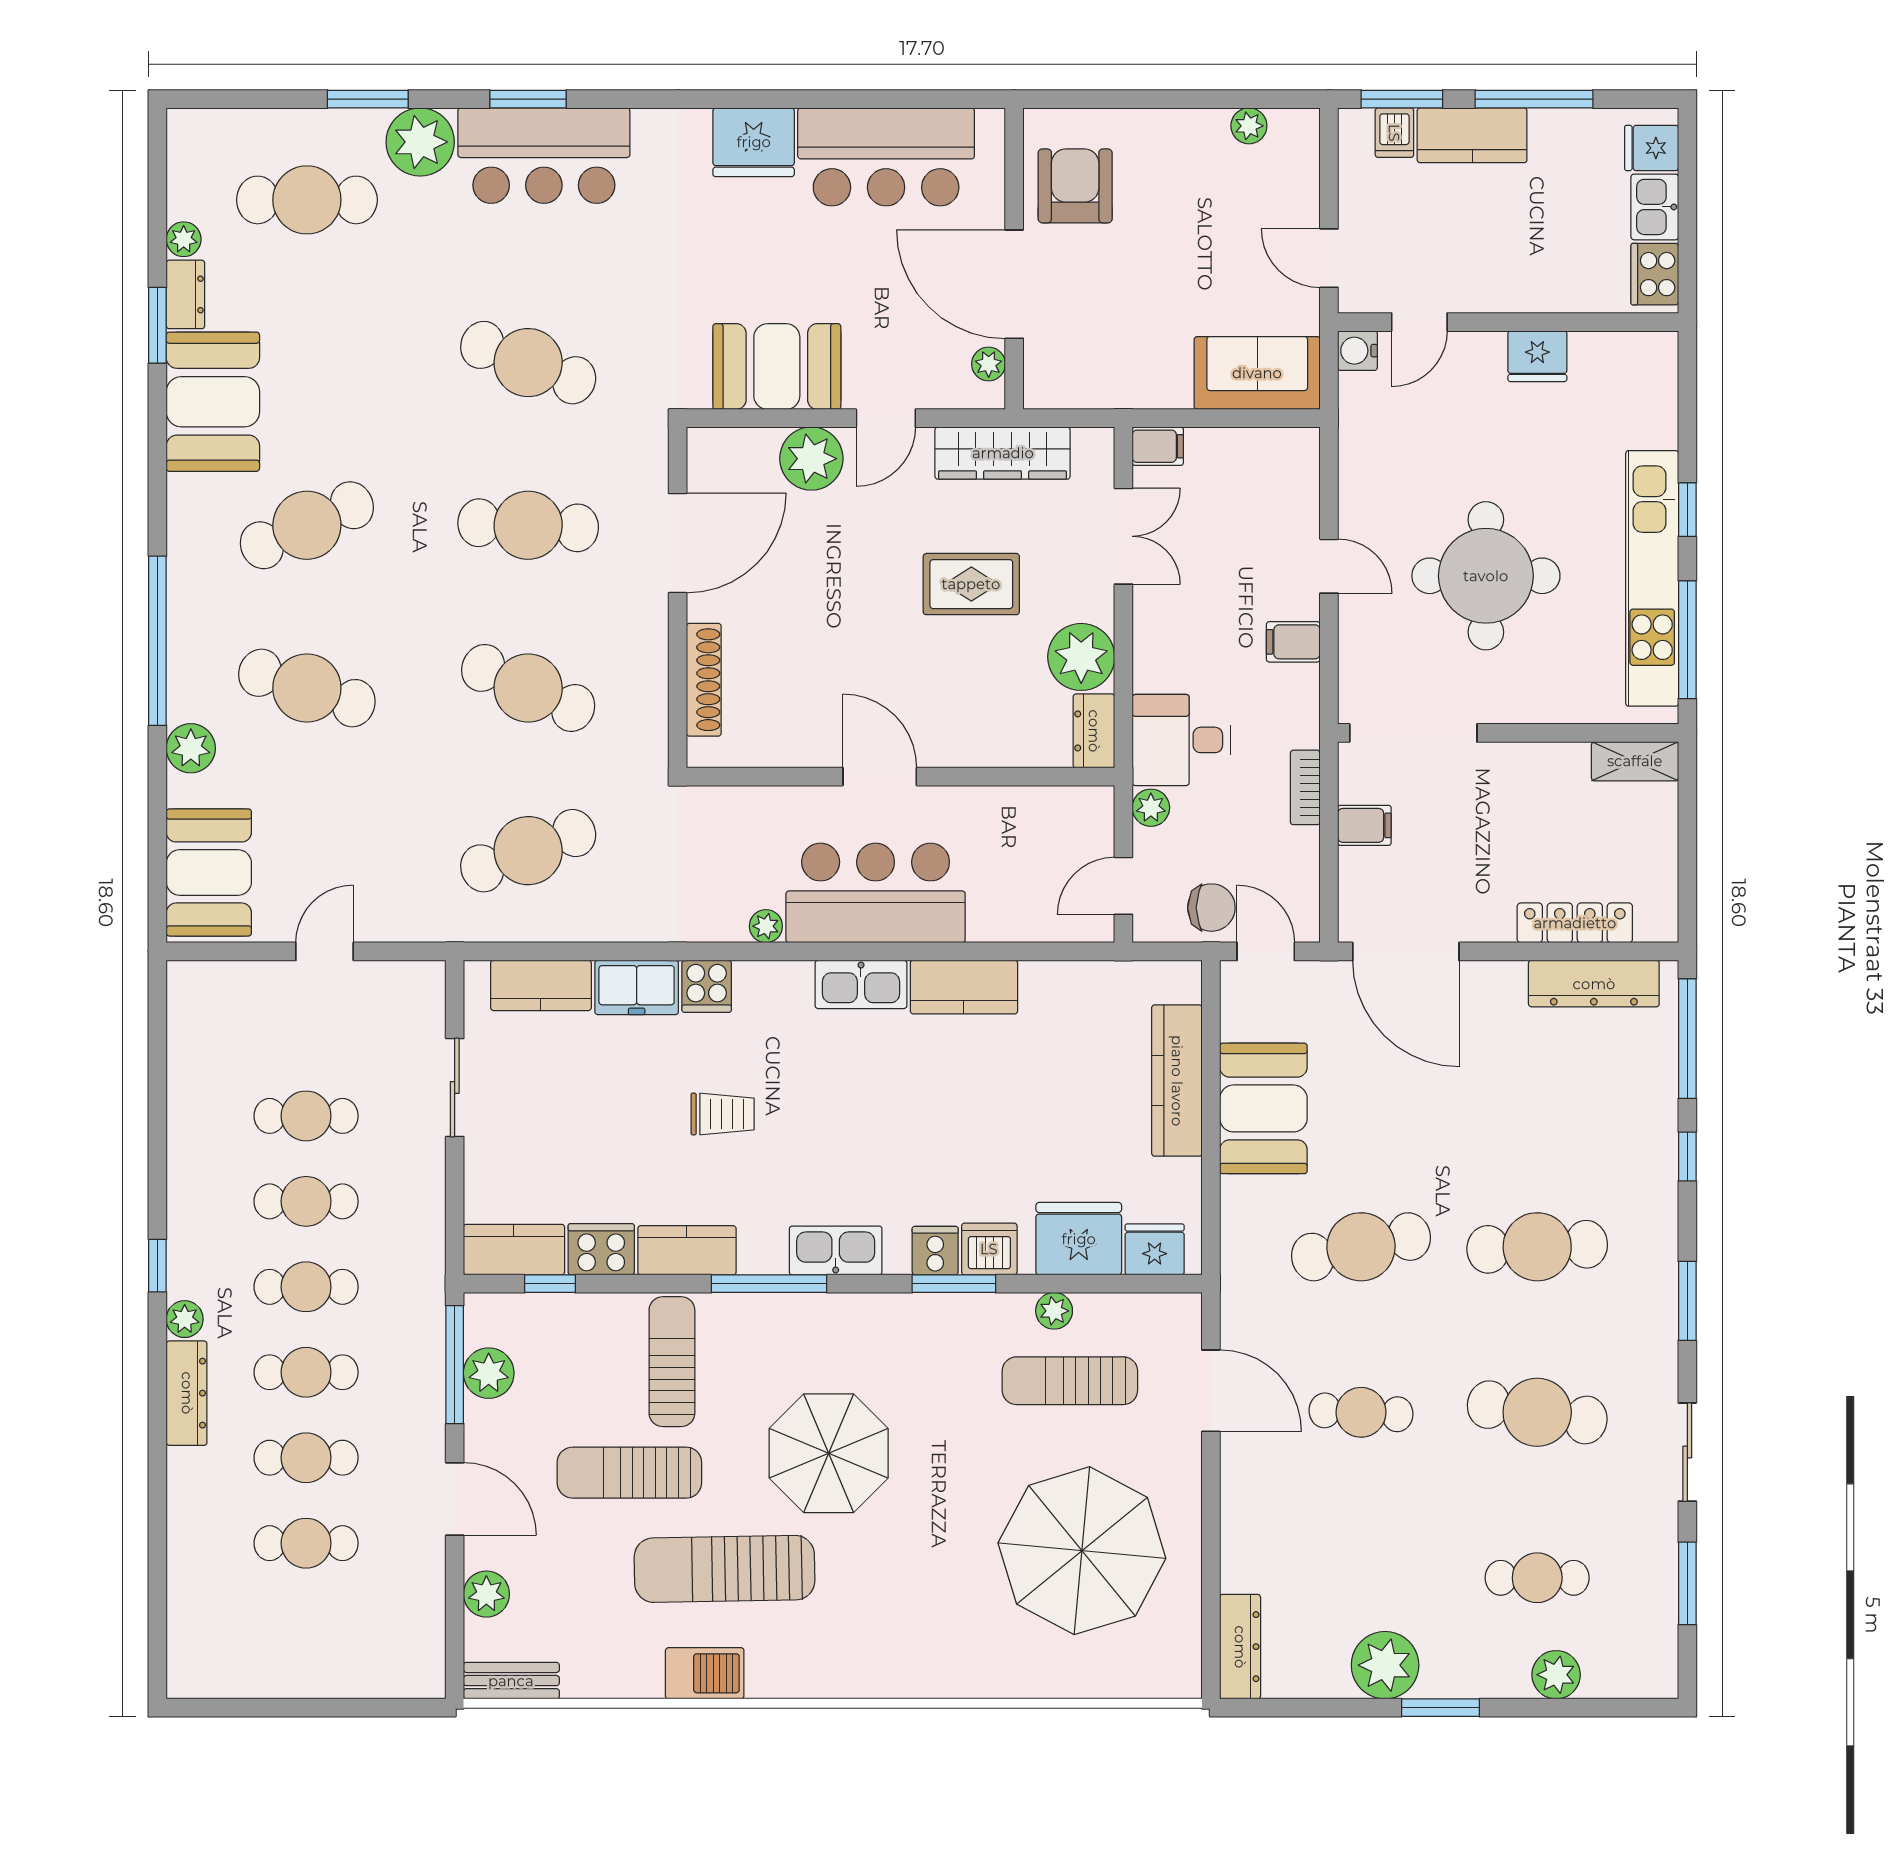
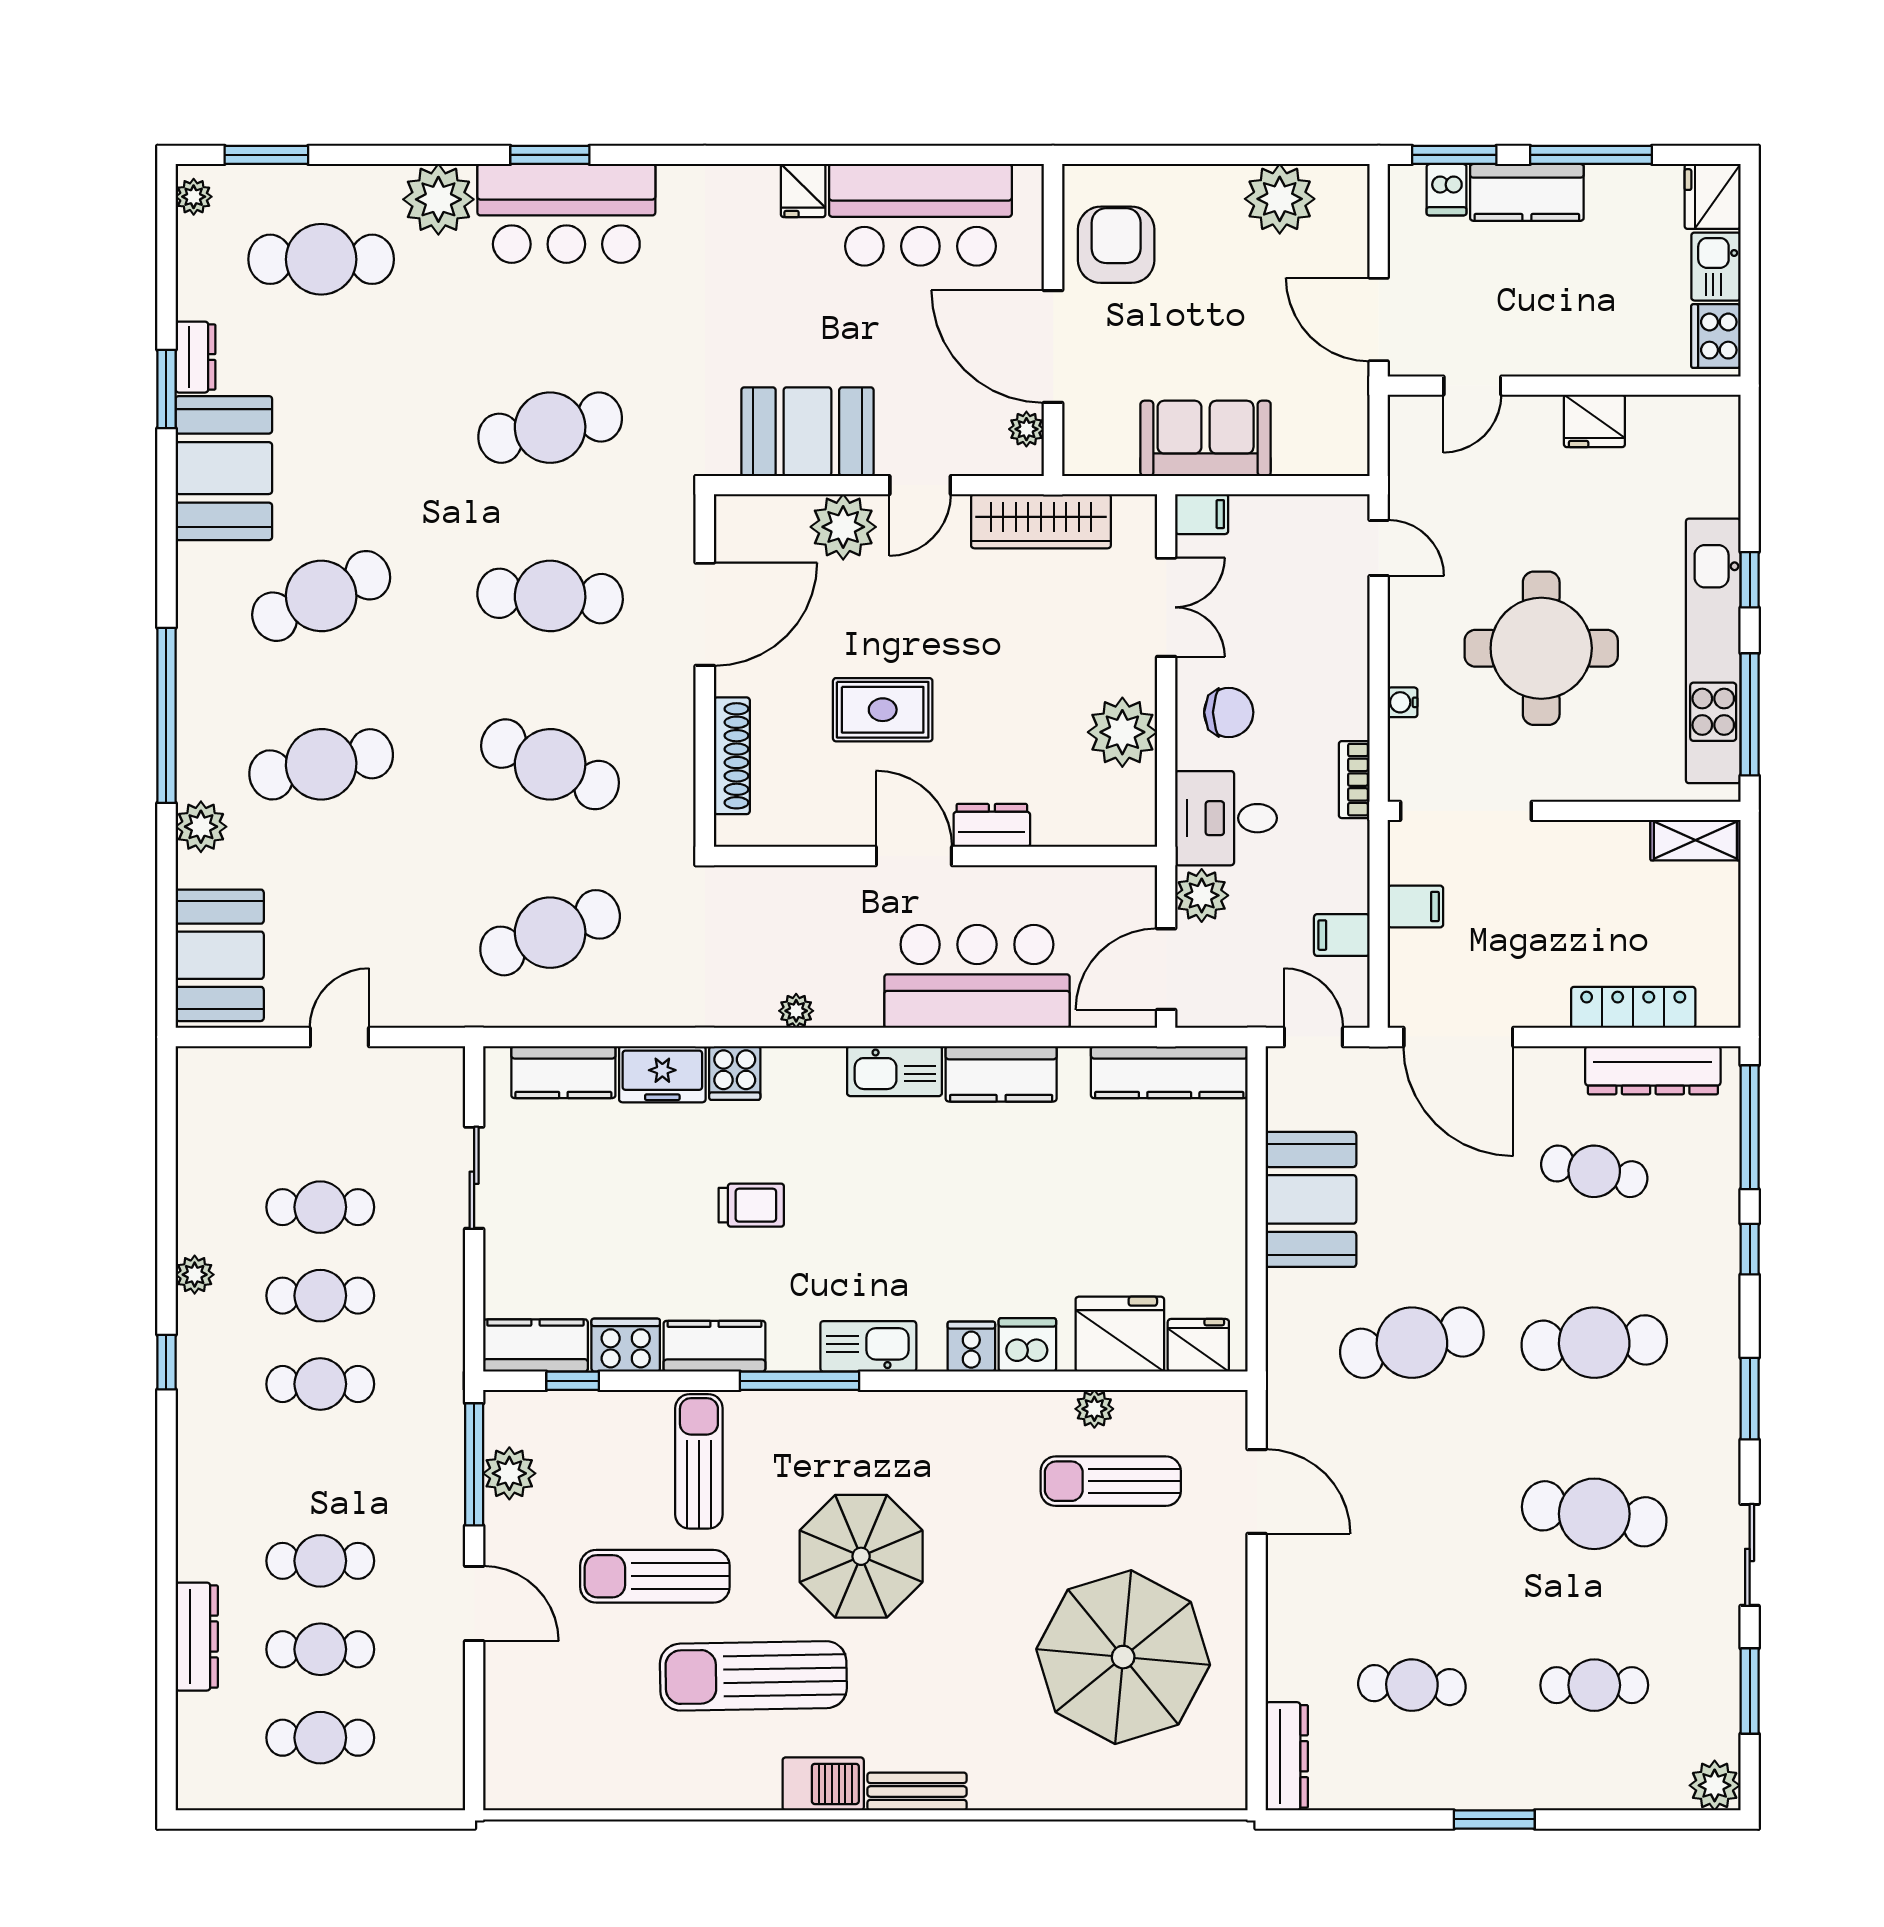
window: (368, 99) -> (266, 155), moved
plant: (1249, 126) -> (1280, 199), width x1.88, depth x1.88
fridge: (754, 142) -> (803, 191), width x0.53, depth x0.75
fridge: (1652, 148) -> (1713, 196), width x1.38
plant: (184, 239) -> (194, 197), moved
door: (1329, 258) -> (1379, 320), width x1.38
water cooler: (1357, 351) -> (1403, 702), moved, width x0.72, depth x0.72
cafe table: (528, 363) -> (550, 428), turned -33
sofa: (1257, 373) -> (1206, 438), moved
door: (1329, 566) -> (1379, 548), moved
rug: (971, 584) -> (883, 710), moved
filing cabinet: (1293, 642) -> (1342, 935), moved
cafe table: (307, 688) -> (321, 764), turned -30
dresser: (1094, 731) -> (992, 825), moved, turned 90
bookcase: (1305, 787) -> (1354, 780), moved
plant: (1151, 808) -> (1202, 895), width x1.38, depth x1.38
door: (1123, 886) -> (1166, 969), width x1.38
bar counter: (876, 893) -> (977, 976), moved
chair: (1211, 908) -> (1229, 712), moved
kitchen counter: (1177, 1081) -> (1169, 1072), moved, turned -90
cafe table: (1537, 1081) -> (1594, 1171), added
window: (954, 1284) -> (991, 1381), removed
plant: (185, 1319) -> (195, 1275), moved
cafe table: (306, 1372) -> (320, 1738), moved
dresser: (187, 1393) -> (197, 1637), moved
cafe table: (1361, 1412) -> (1412, 1685), moved
plant: (486, 1594) -> (507, 1702), removed
plant: (1385, 1665) -> (1437, 1776), removed
barbecue: (705, 1673) -> (823, 1784), moved
plant: (1556, 1675) -> (1715, 1785), moved
bench: (511, 1681) -> (917, 1791), moved

